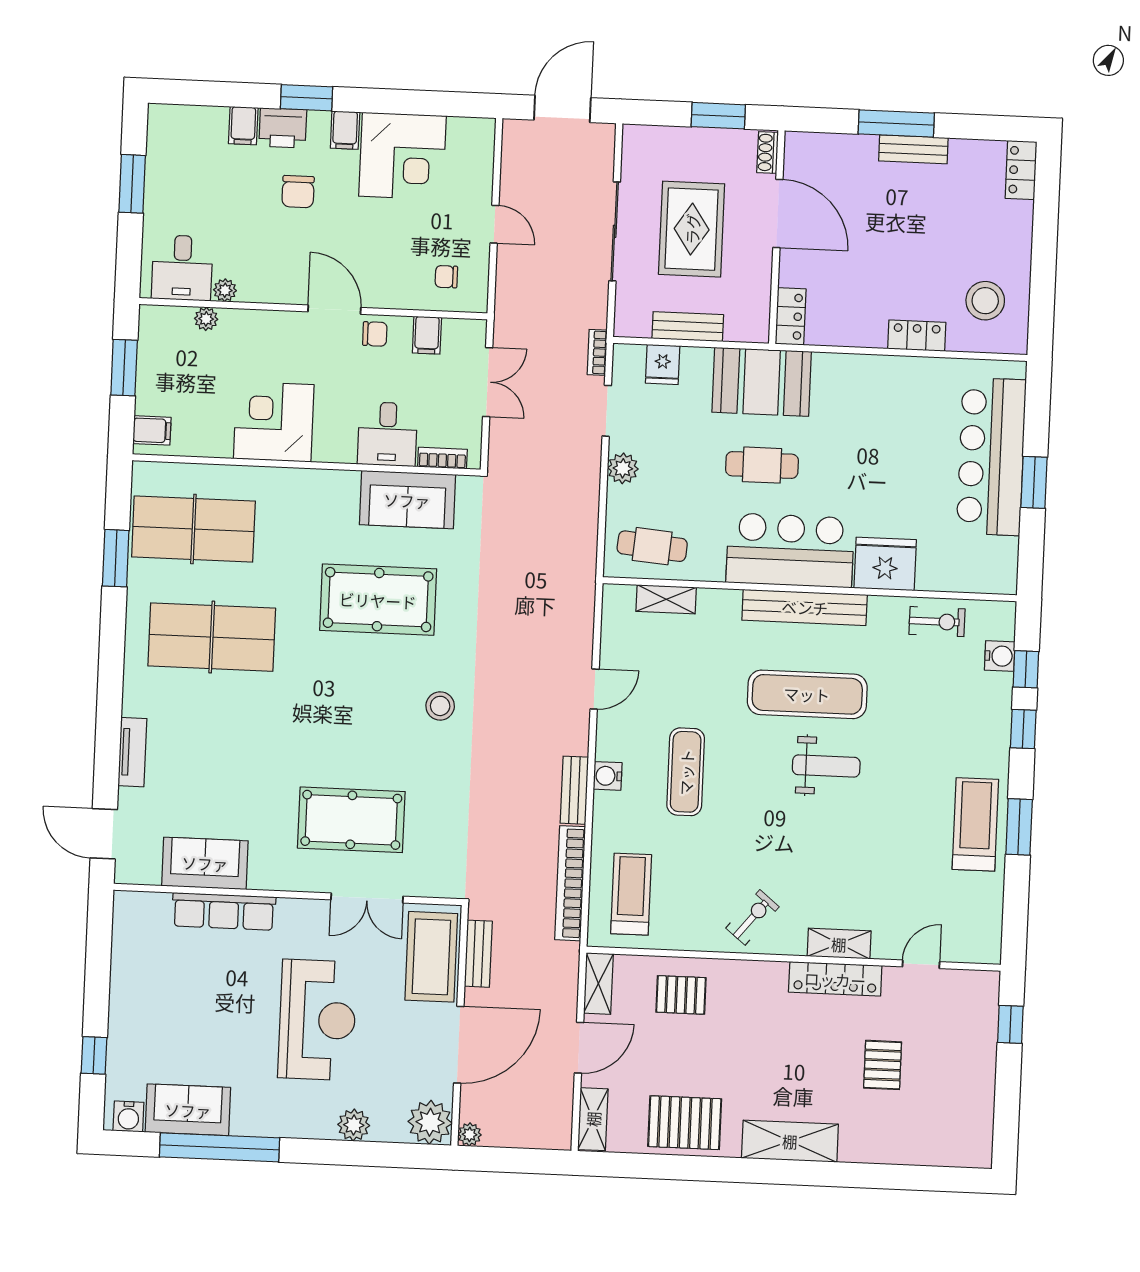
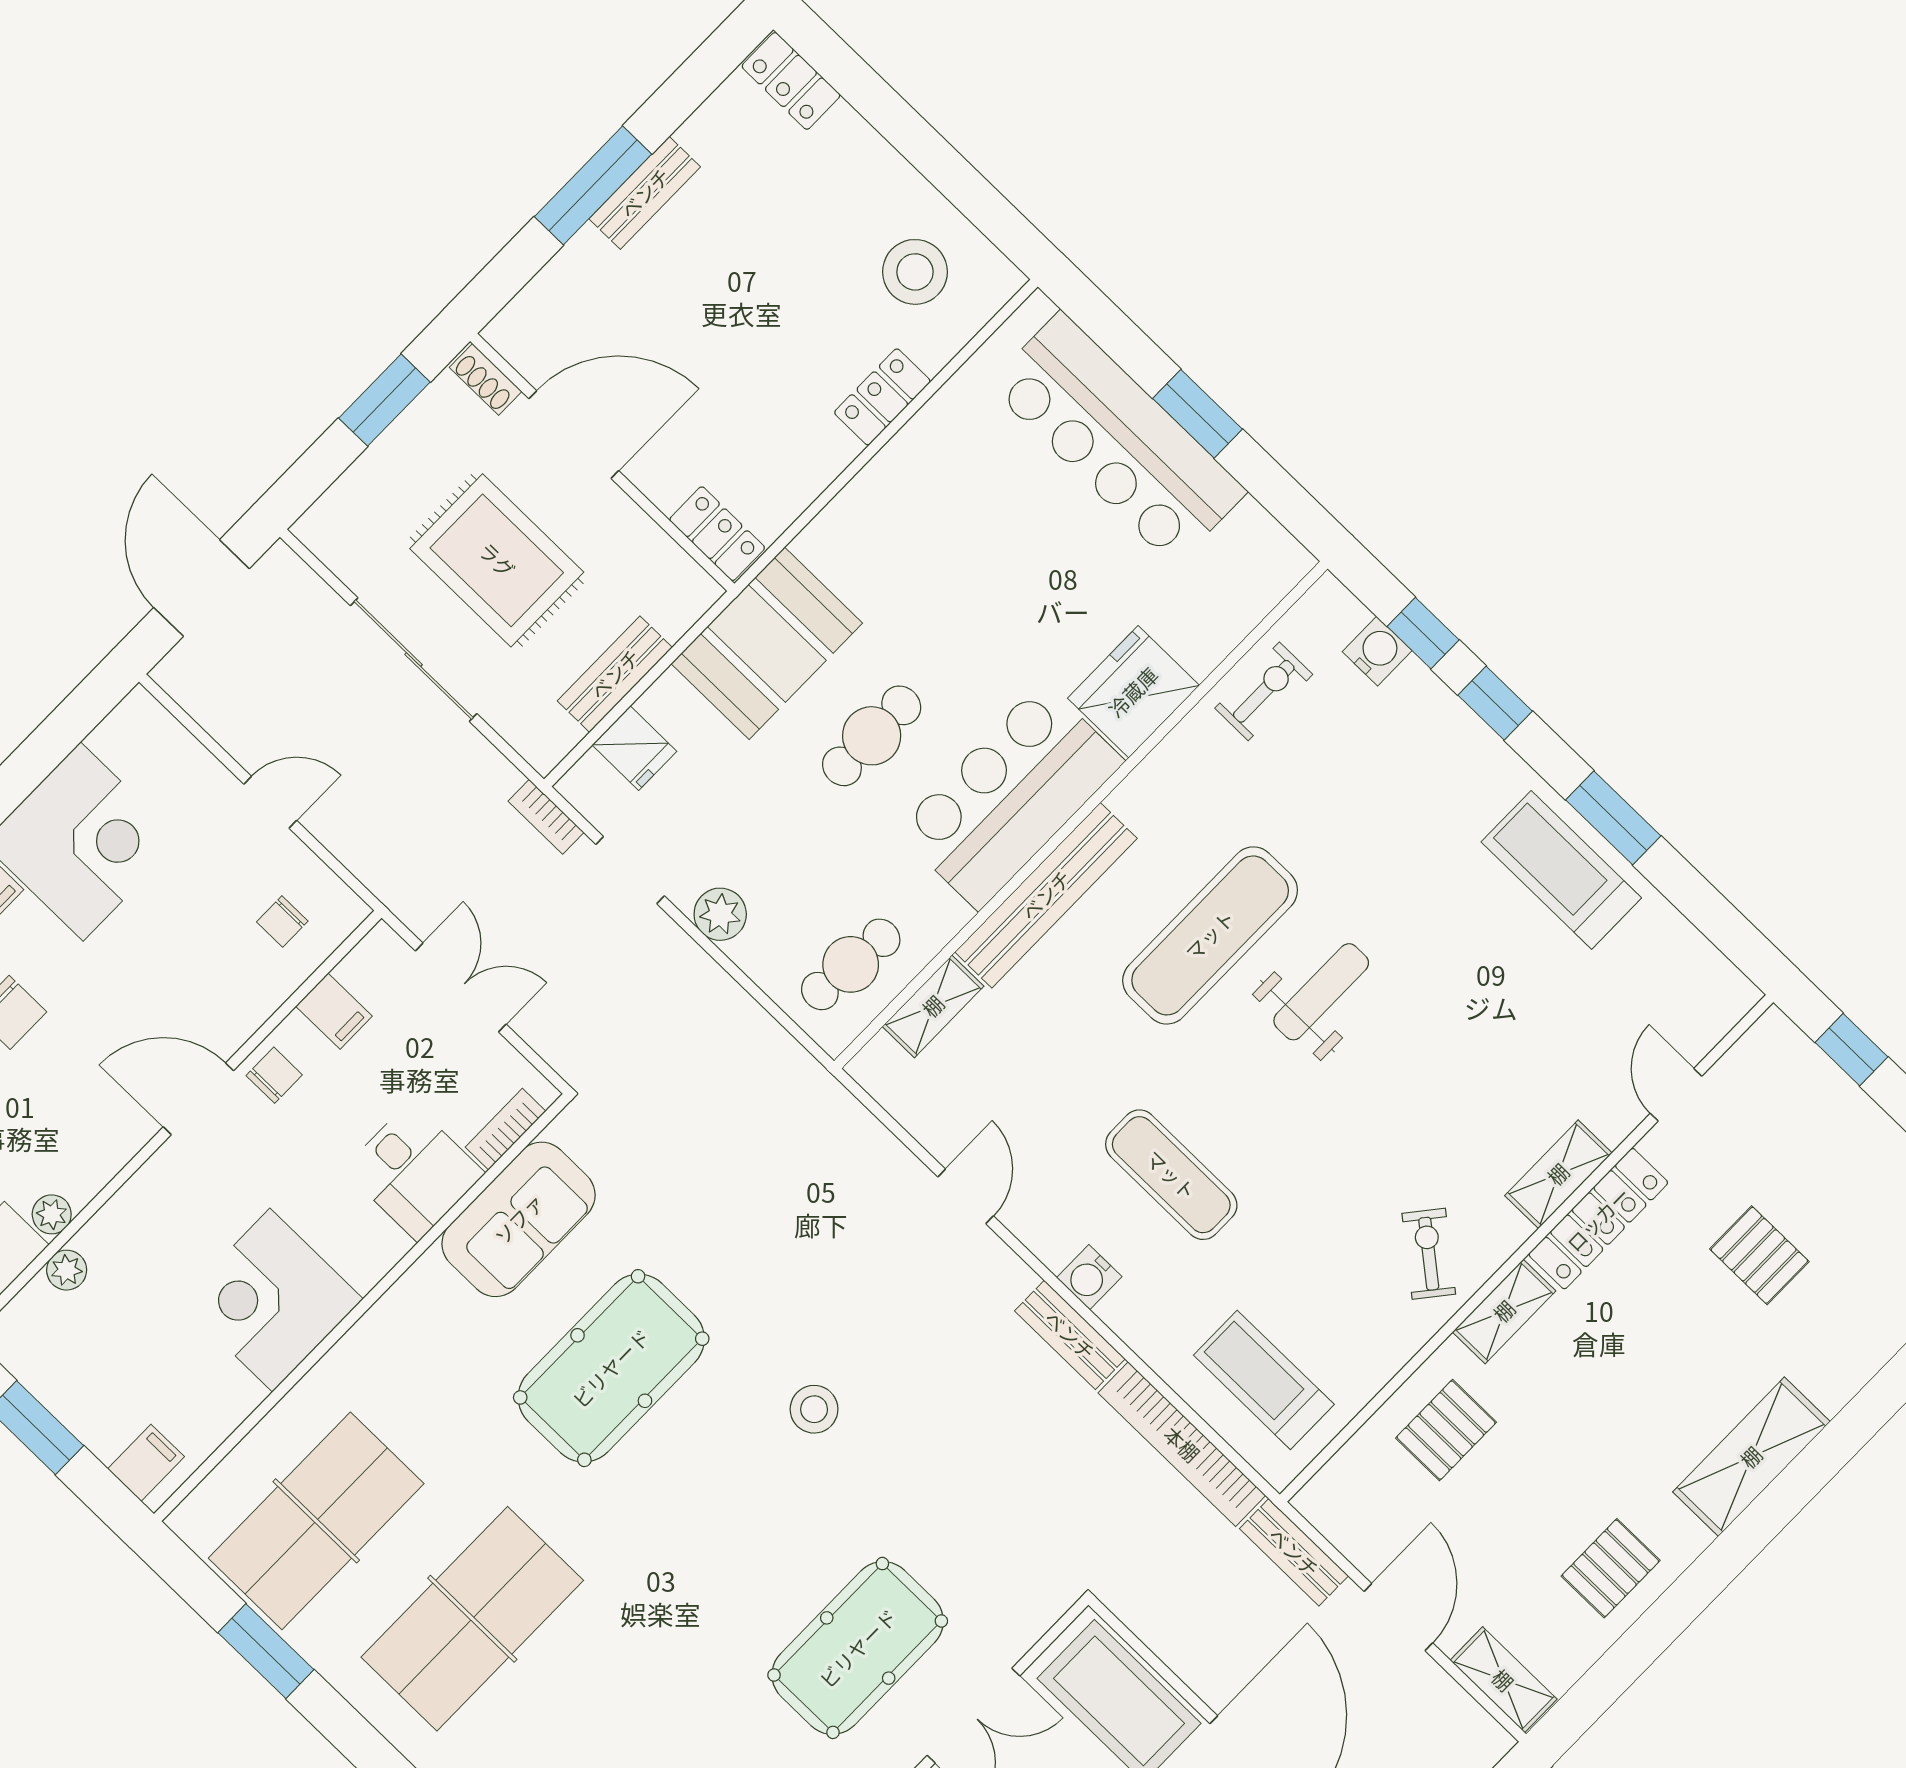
bench: (805, 607) -> (1046, 895), moved
bench: (478, 954) -> (1294, 1552), moved
shelving: (598, 983) -> (1504, 1311), moved, turned 90
pallet: (685, 1123) -> (1611, 1568), width x0.67, depth x0.71

